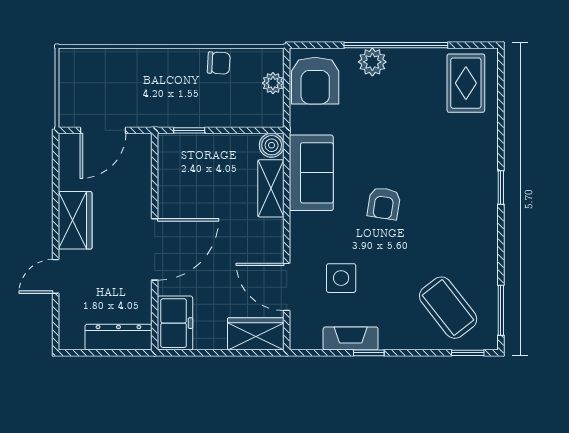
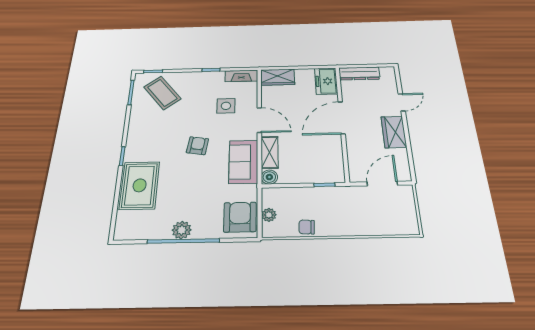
plant: (372, 62) -> (182, 230), moved
rug: (466, 83) -> (140, 185), moved, width x1.36, depth x1.43
door: (287, 287) -> (259, 120), moved
fireplace: (351, 339) -> (241, 76), moved

